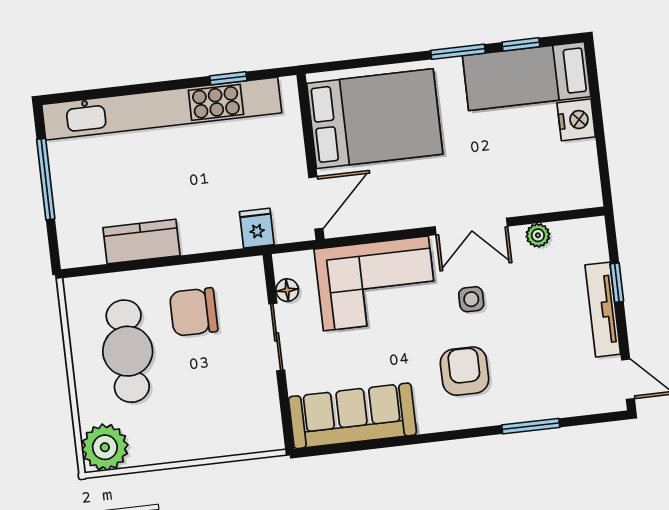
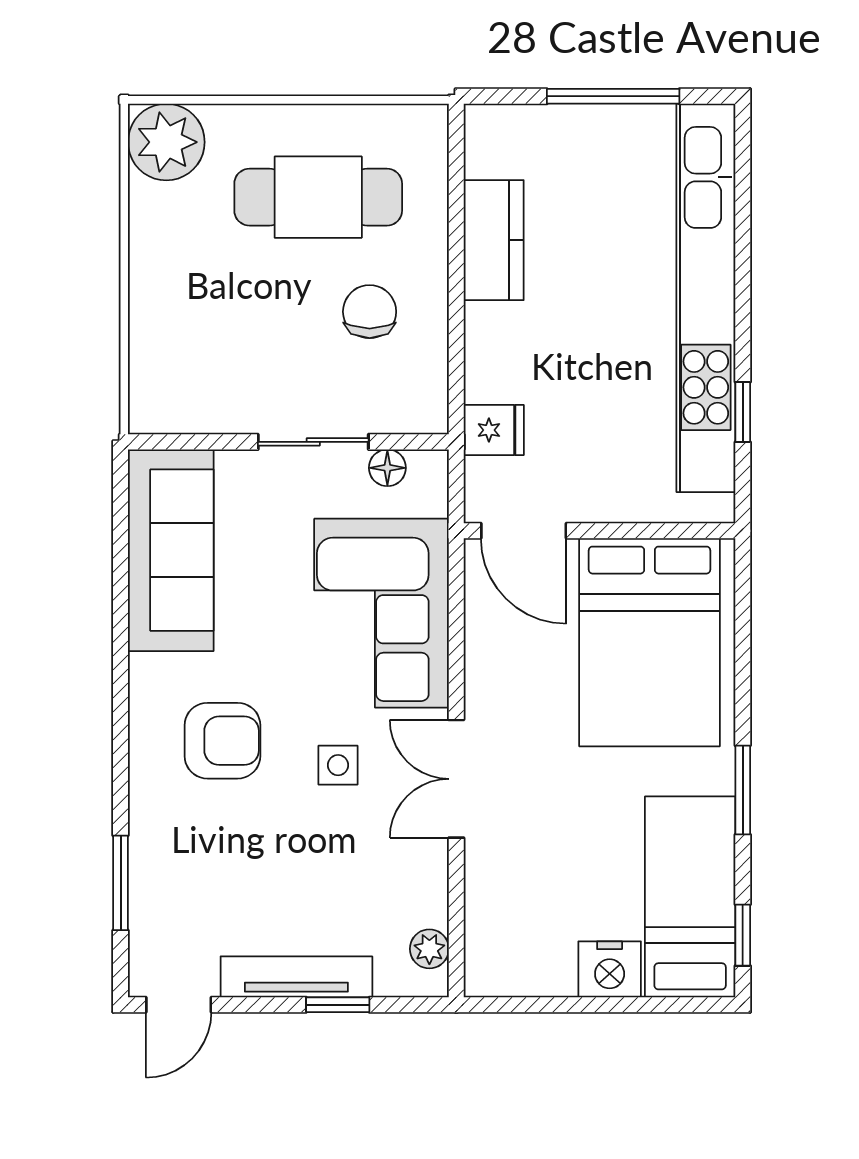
window: (521, 44) -> (743, 935), moved
plant: (538, 235) -> (429, 949), moved
chair: (194, 312) -> (370, 312), width x0.73, depth x0.73
window: (531, 426) -> (121, 883), moved

